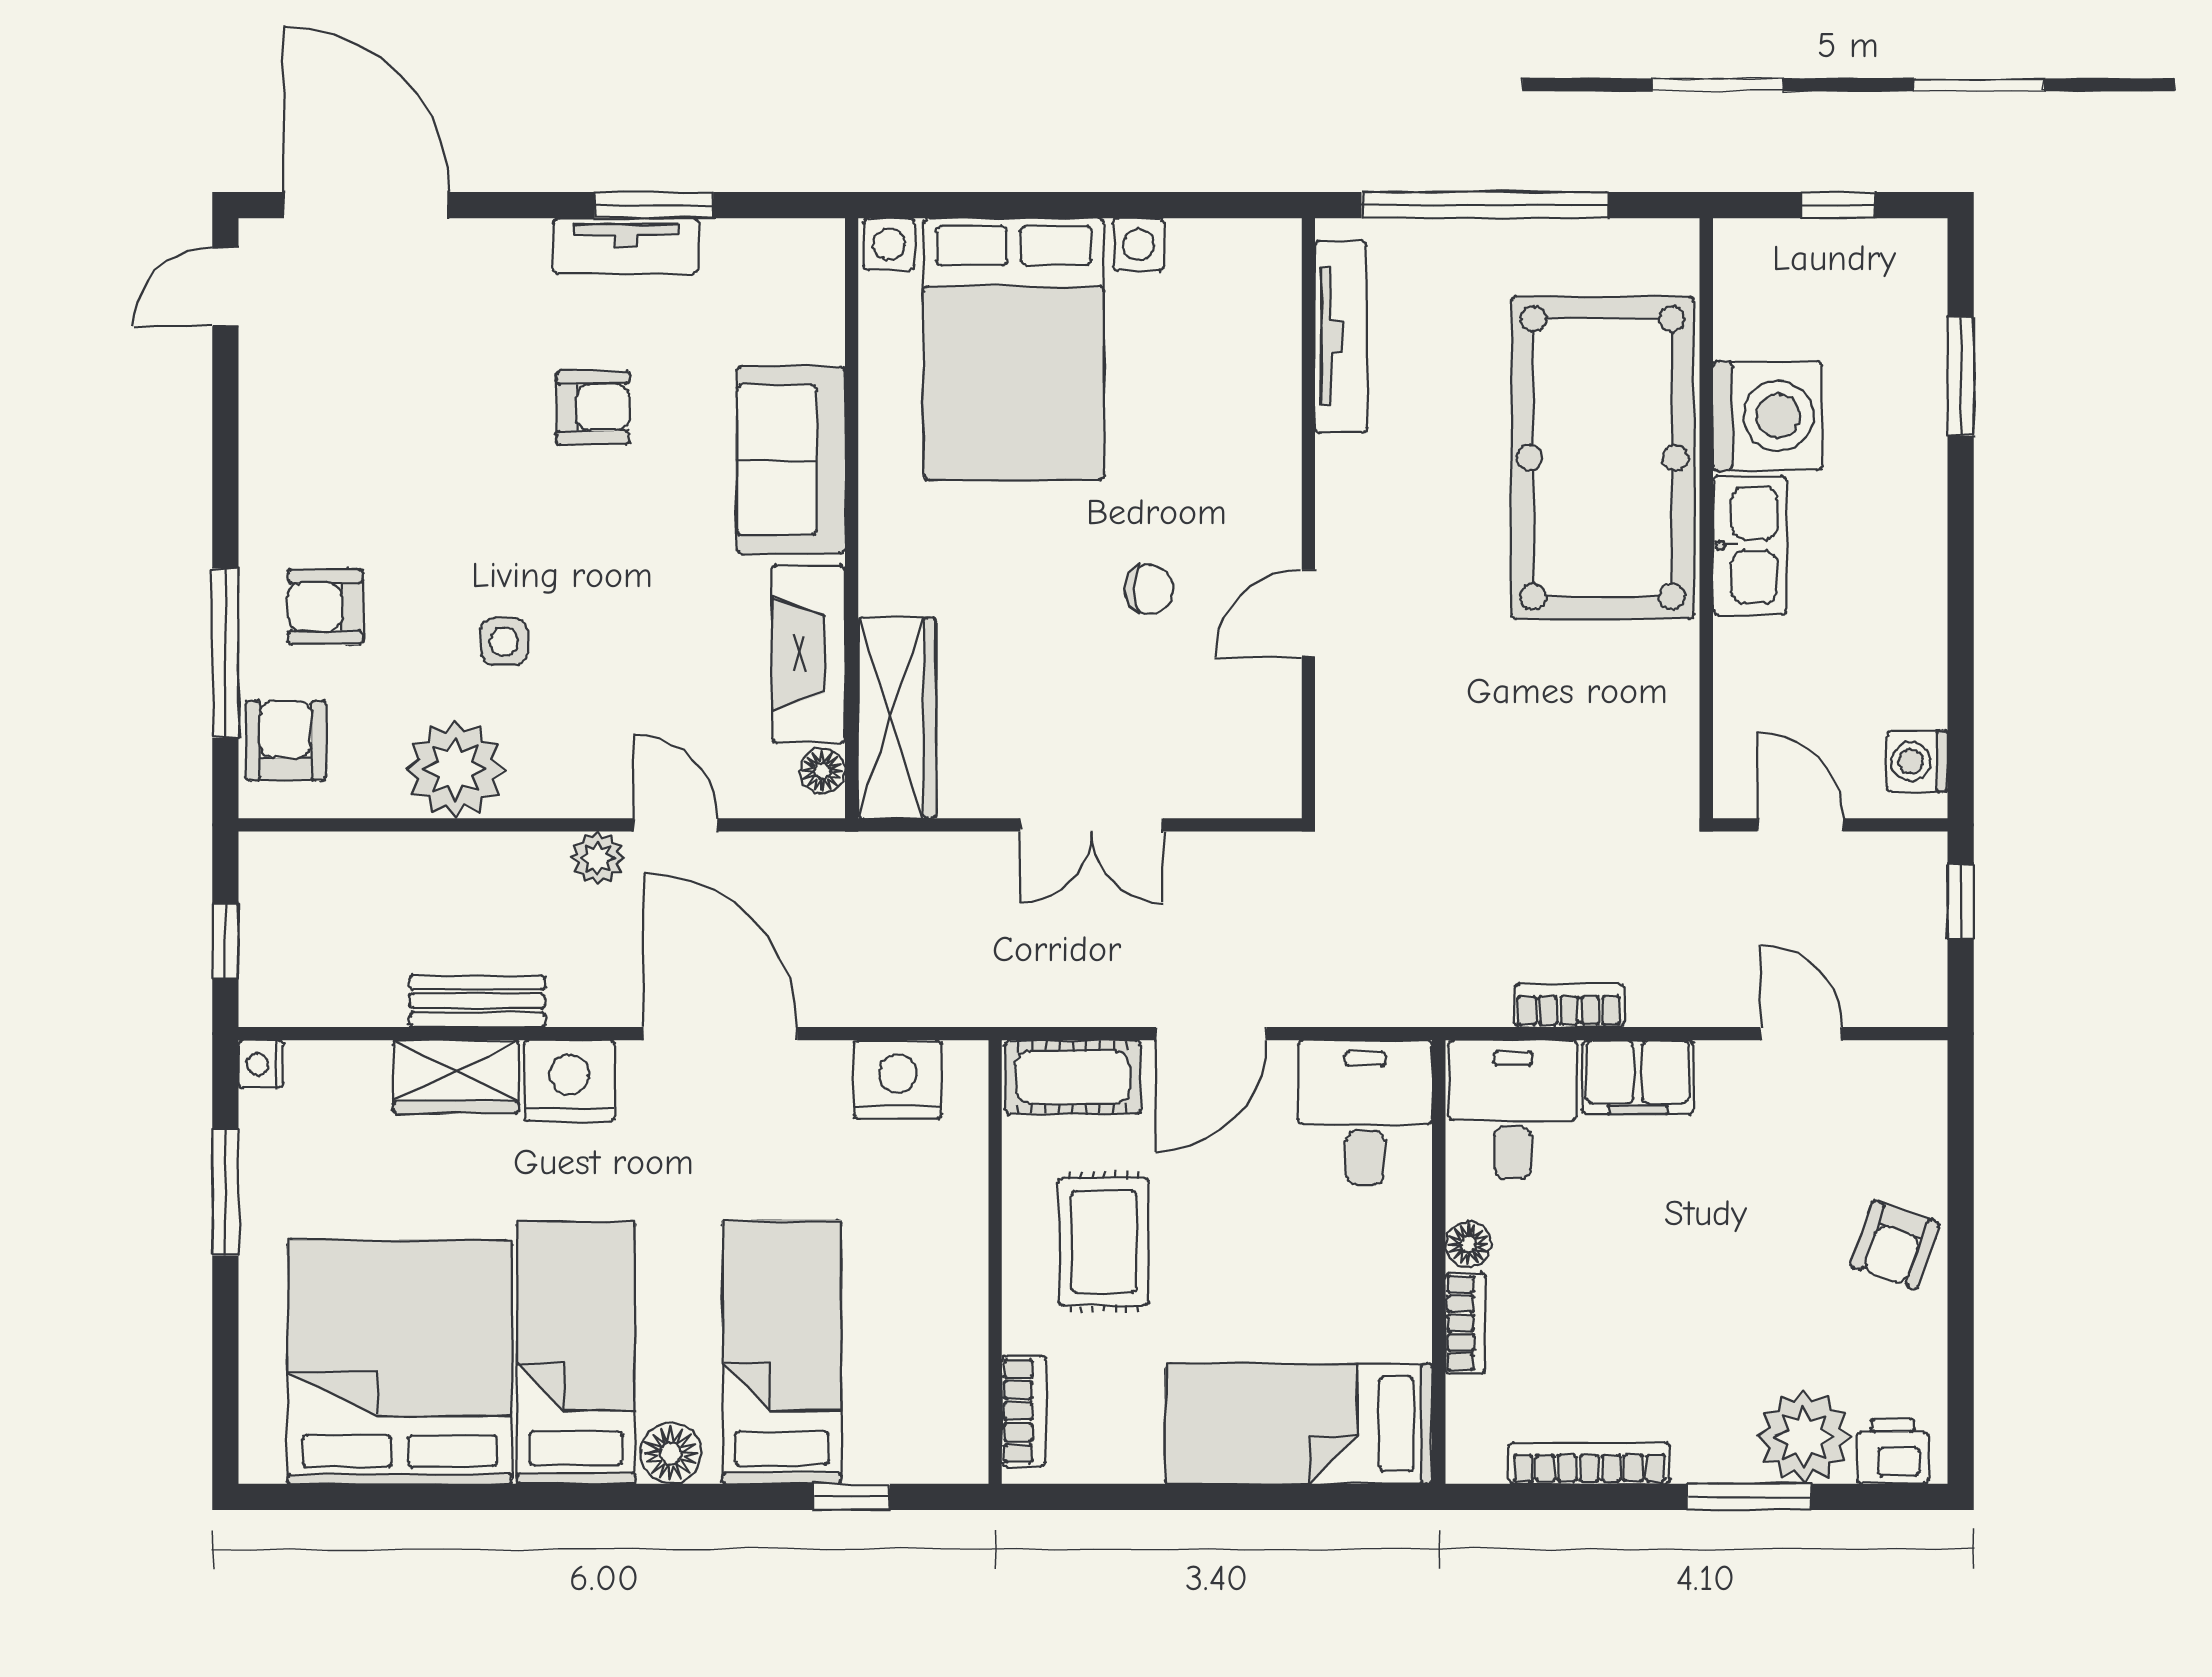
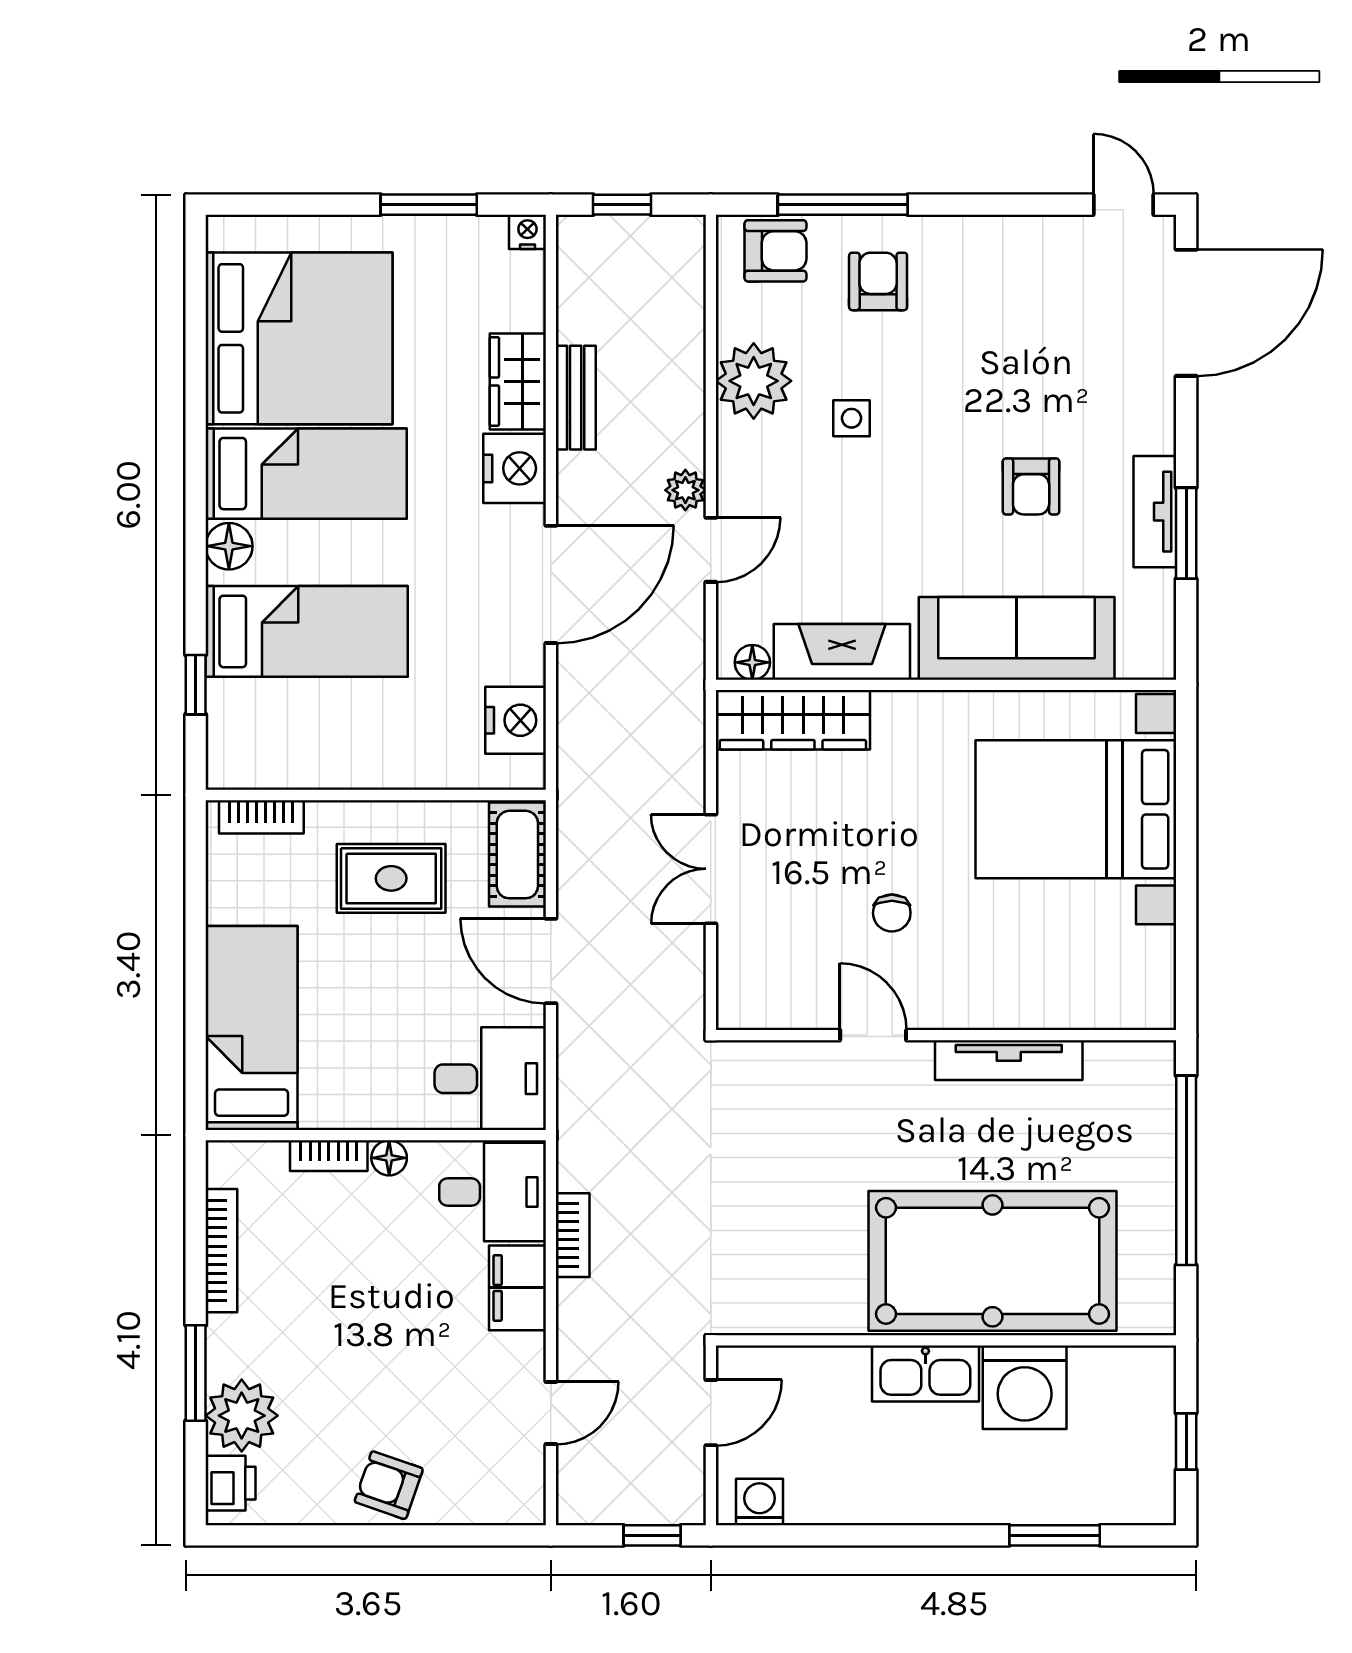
tv unit: (1341, 337) -> (1009, 1060), moved
sofa: (791, 460) -> (1017, 638), width x1.36

